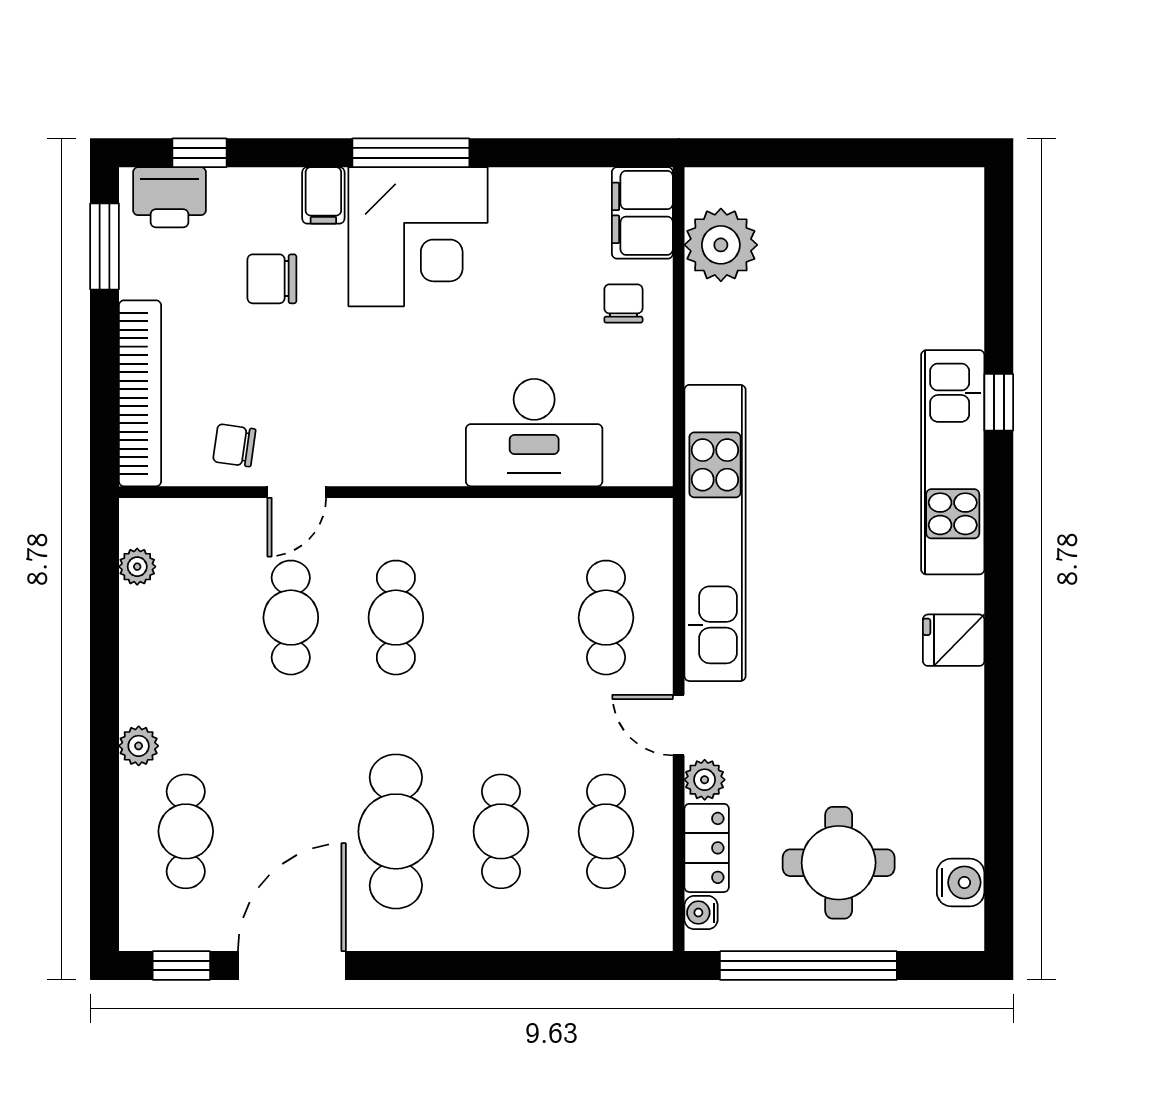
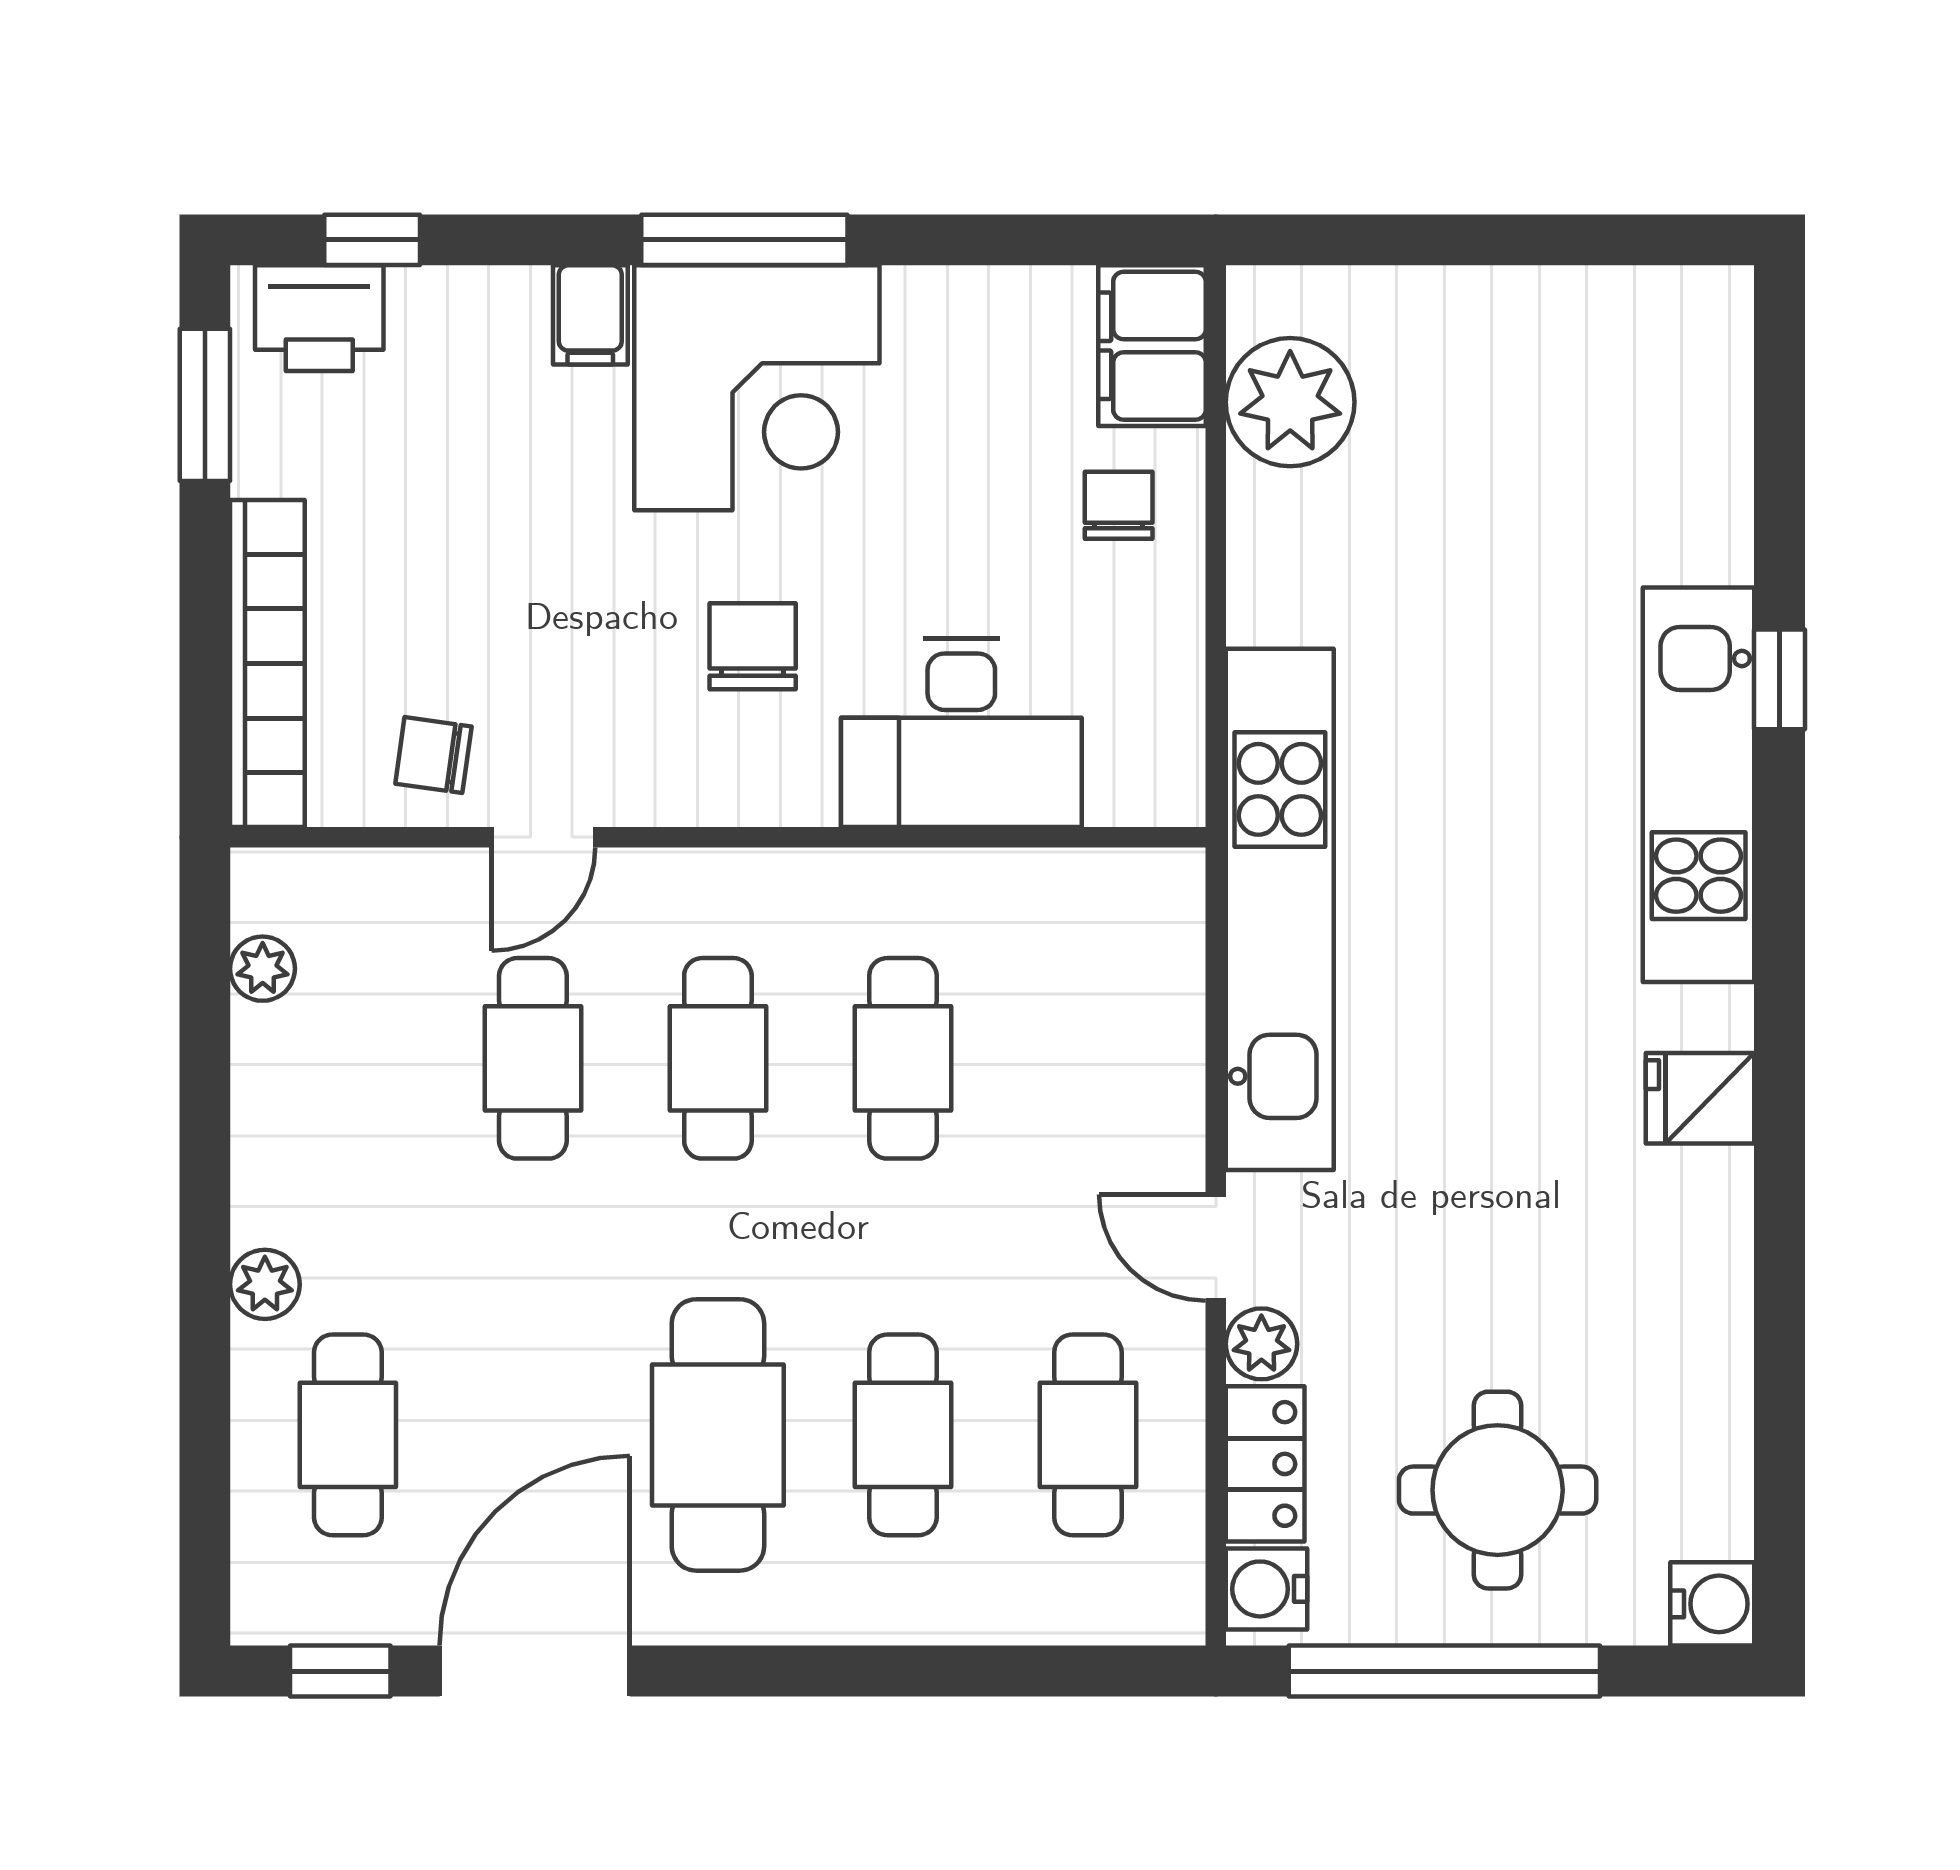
chair: (272, 279) -> (753, 646), moved, turned 90
cafe table: (606, 618) -> (903, 1058), moved
water cooler: (961, 882) -> (1712, 1604), moved
water cooler: (701, 913) -> (1267, 1589), width x1.38, depth x1.38

